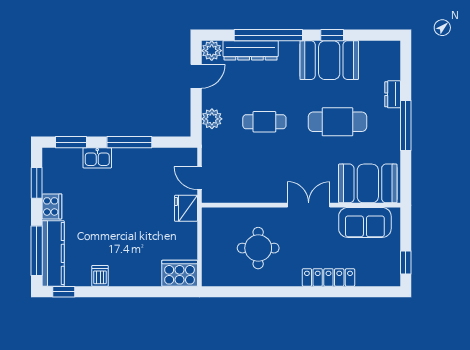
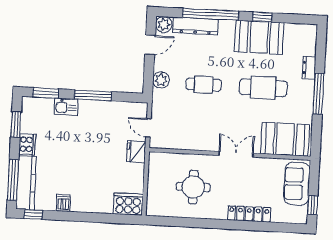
sofa: (365, 222) -> (297, 184), moved, turned 90

